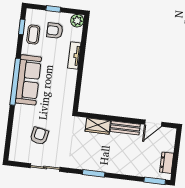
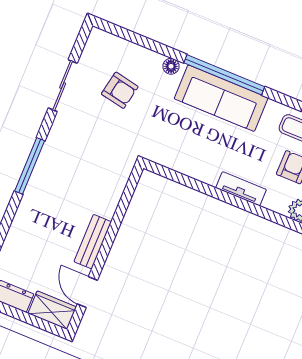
floor lamp: (19, 112) -> (171, 66), added
wardrobe: (98, 126) -> (52, 310), moved, turned 90
window: (94, 173) -> (30, 166), width x1.44

